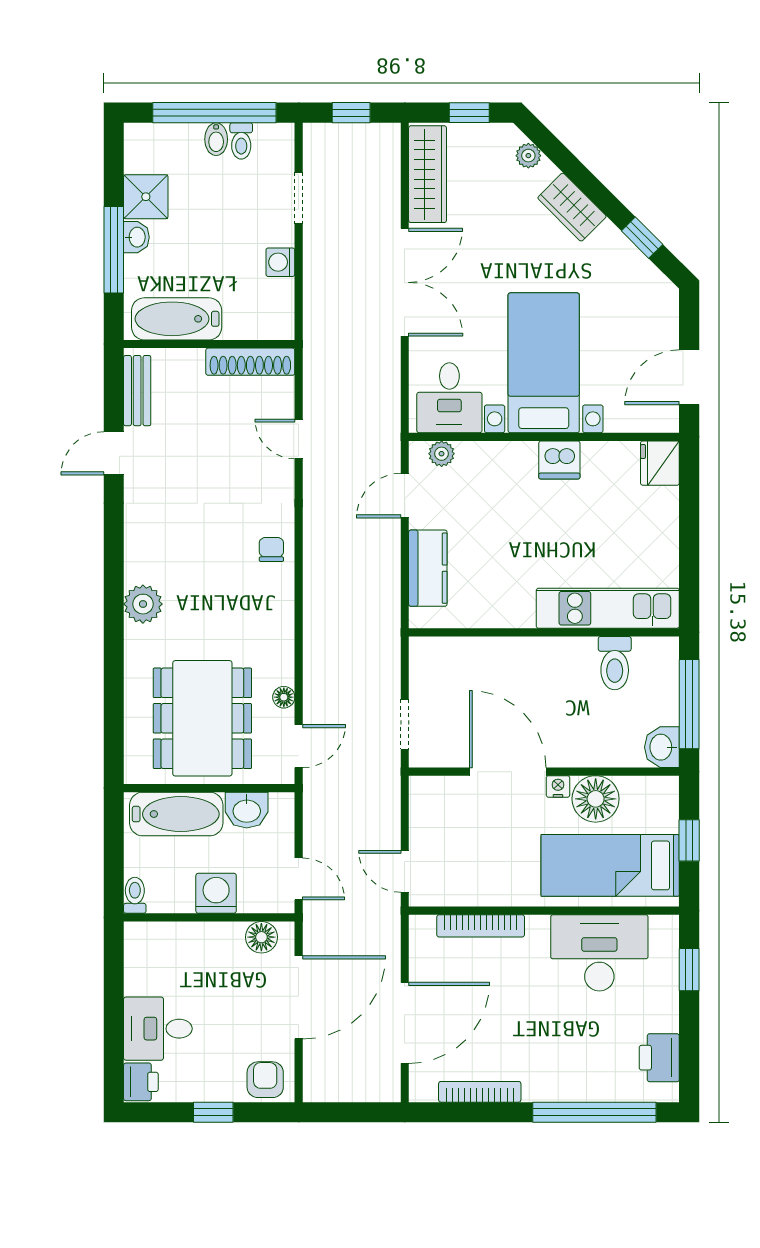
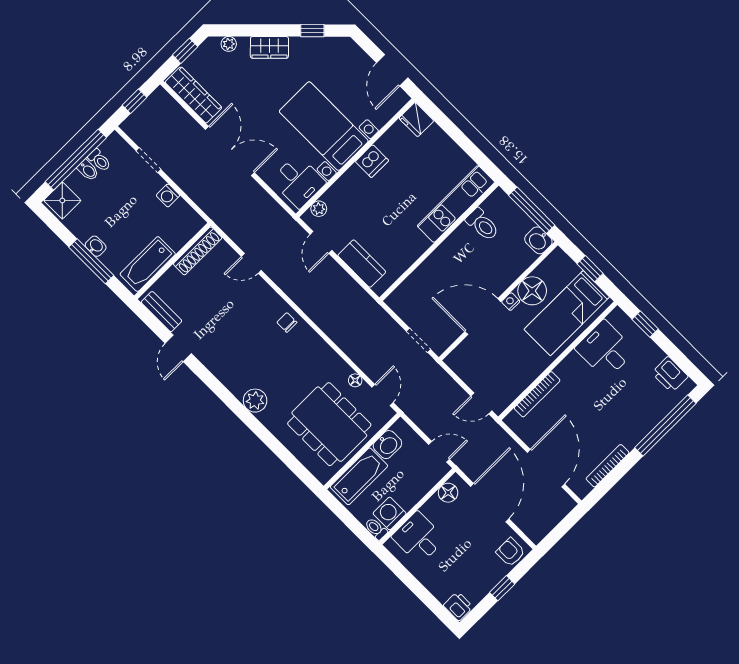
shower: (146, 197) -> (62, 200), moved
washing machine: (216, 893) -> (390, 513), moved
desk: (599, 953) -> (605, 350), width x0.73
desk: (158, 1029) -> (418, 538), moved, turned 90

